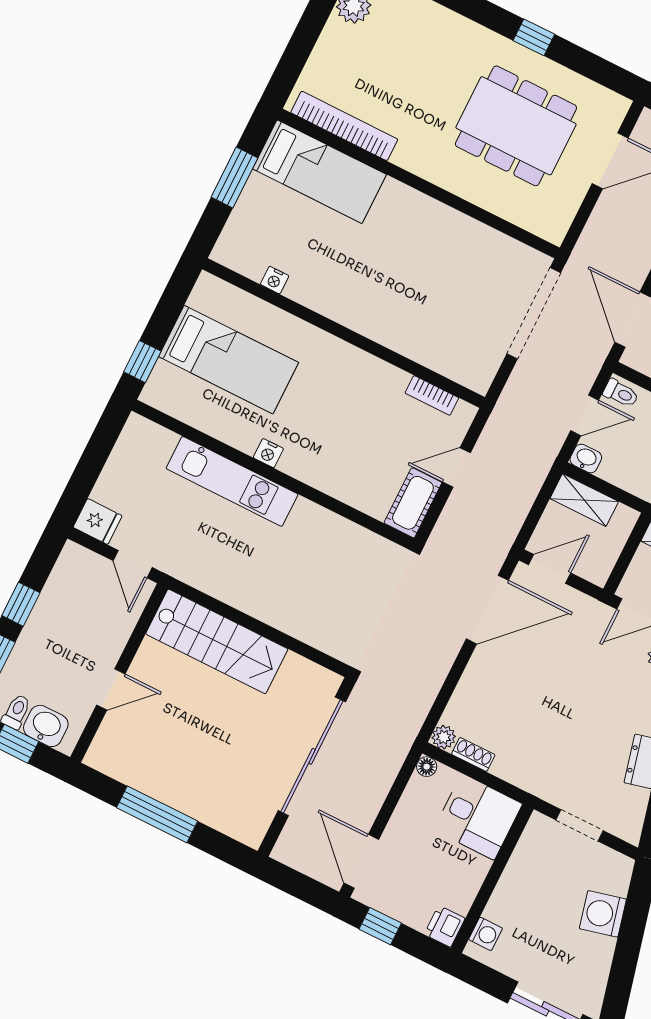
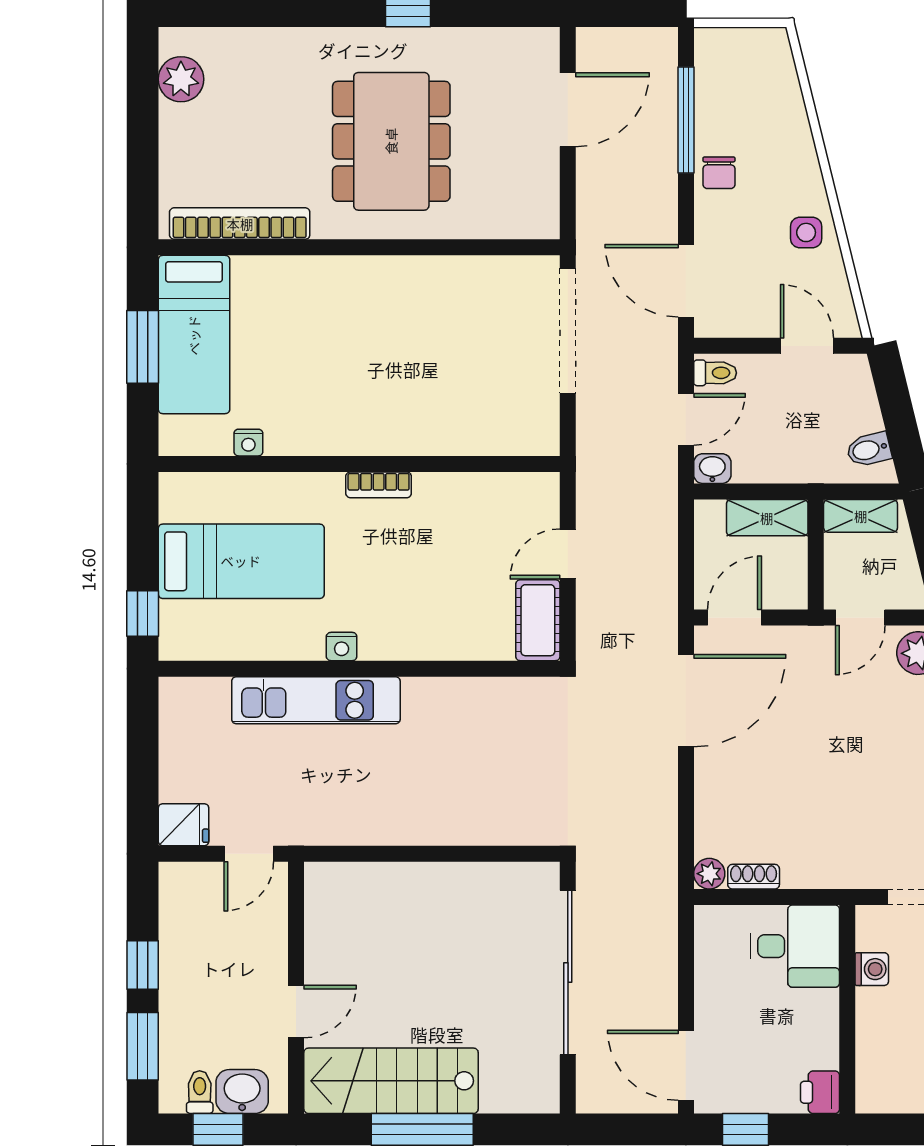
dining table: (516, 126) -> (391, 141), moved, turned 90
bed: (319, 172) -> (194, 335), moved, turned 90
bookcase: (432, 395) -> (379, 485), moved
shelving: (584, 500) -> (767, 518), moved
door: (133, 564) -> (249, 854), hinge flipped
stairs: (217, 641) -> (391, 1081), moved, turned 180
floor lamp: (427, 767) -> (707, 918), removed
washing machine: (486, 934) -> (872, 969), moved

